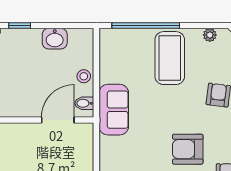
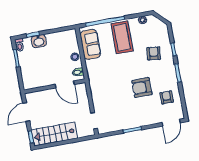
washbasin: (55, 39) -> (39, 41), moved
sofa: (114, 110) -> (90, 44), moved
door: (58, 120) -> (65, 84), swing flipped

